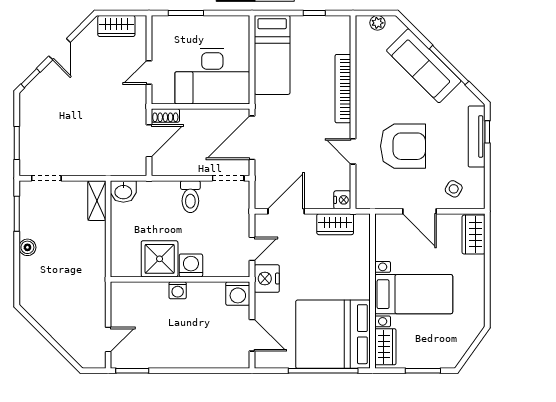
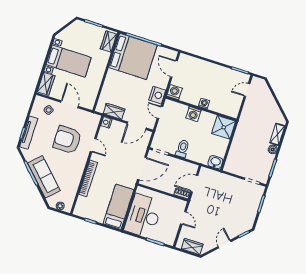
door: (149, 73) -> (183, 218), hinge flipped
desk: (212, 76) -> (143, 216), moved, turned -90
shelving: (97, 201) -> (277, 134), moved
door: (252, 249) -> (160, 112), hinge flipped
shower: (160, 259) -> (224, 127), moved
bed with nightstands: (414, 294) -> (69, 61), moved, turned 180

